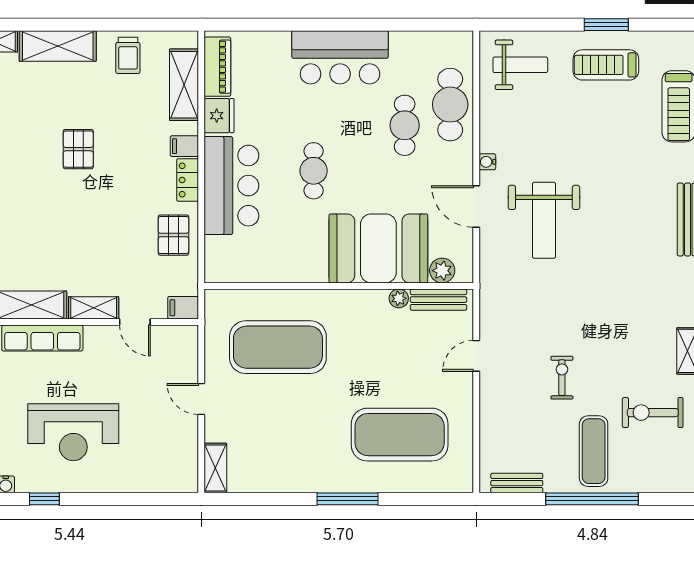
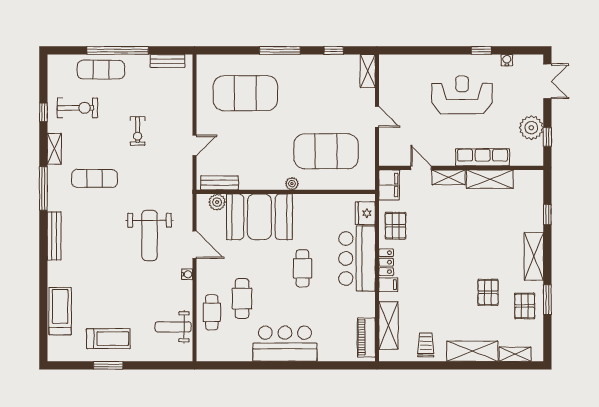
weight bench: (520, 65) -> (173, 327), moved
cafe table: (450, 105) -> (212, 312), width x0.73, depth x0.74
fridge: (219, 116) -> (365, 213), moved
pallet: (78, 149) -> (488, 292), moved
weight bench: (544, 220) -> (150, 235), turned 180
plant: (399, 298) -> (292, 184), moved
exercise mat: (627, 306) -> (95, 178), added
filing cabinet: (183, 308) -> (389, 185), width x2.00
exercise mat: (594, 451) -> (101, 70), moved, turned 90
window: (267, 499) -> (334, 50), added

